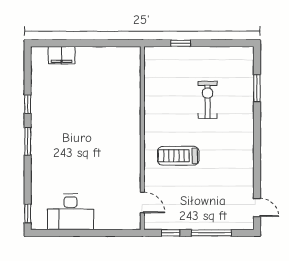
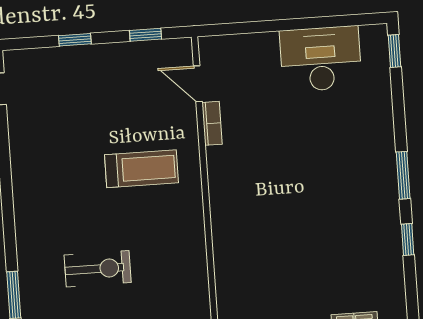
exercise bike: (208, 100) -> (98, 269), turned -90
bookcase: (136, 179) -> (212, 123), added
window: (211, 233) -> (75, 40), width x0.46

